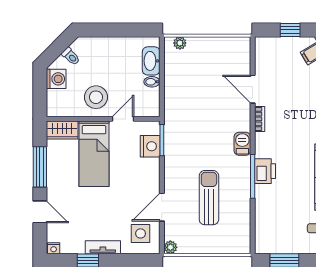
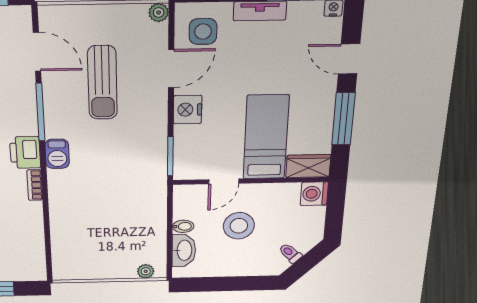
washing machine: (56, 79) -> (314, 194), moved
door: (253, 89) -> (37, 52), moved
stool: (96, 97) -> (239, 226), moved
nightstand: (150, 146) -> (188, 110), moved
printer: (265, 171) -> (25, 152), moved

